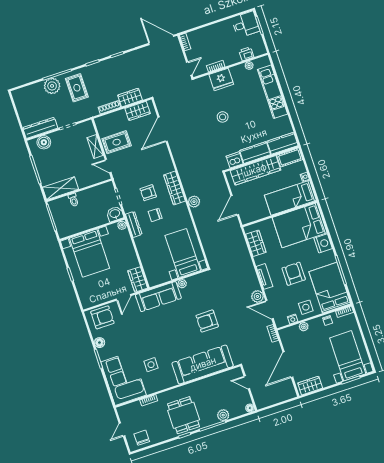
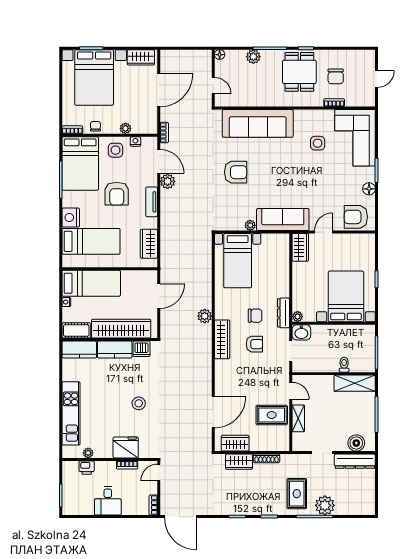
desk: (246, 24) -> (108, 501), moved, turned -90
bed: (300, 225) -> (91, 241), width x0.67
bed with nightstands: (348, 356) -> (94, 77), width x1.36
chair: (142, 438) -> (336, 76), moved

